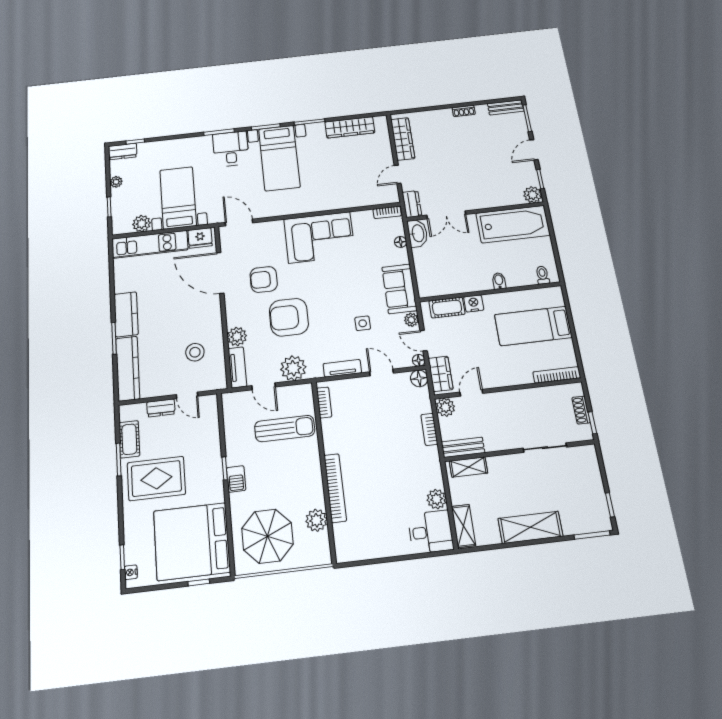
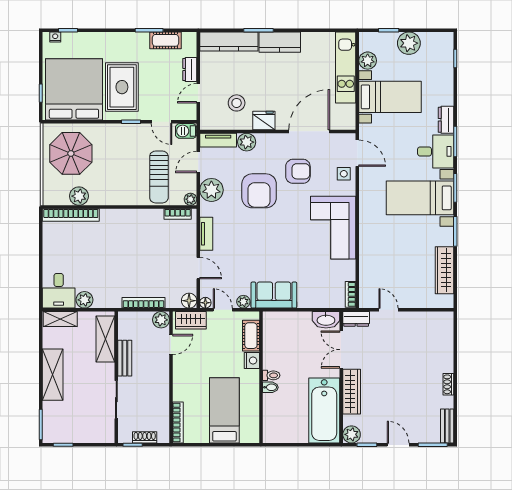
wardrobe: (403, 139) -> (352, 392), moved, turned -90
dresser: (123, 151) -> (446, 120), moved
plant: (116, 182) -> (409, 43), width x1.88, depth x1.88
door: (239, 223) -> (357, 153), hinge flipped
fridge: (200, 238) -> (264, 120), moved, turned 90
floor lamp: (401, 242) -> (319, 303), removed
toilet: (543, 275) -> (271, 375), moved
armchair: (264, 279) -> (298, 171), turned 90
armchair: (289, 317) -> (259, 191), turned 180
side table: (363, 323) -> (344, 174), moved
door: (424, 341) -> (223, 310), hinge flipped
door: (381, 373) -> (198, 268), hinge flipped
plant: (306, 390) -> (191, 199), added
door: (471, 393) -> (171, 345), hinge flipped
bookcase: (429, 429) -> (143, 303), width x1.56
door: (222, 433) -> (162, 122), added
bench: (463, 447) -> (125, 358), moved
shelving: (468, 467) -> (105, 339), width x1.50, depth x1.33
rug: (156, 478) -> (122, 87), moved
barbecue: (236, 479) -> (186, 131), moved
bookcase: (335, 488) -> (71, 215), moved

